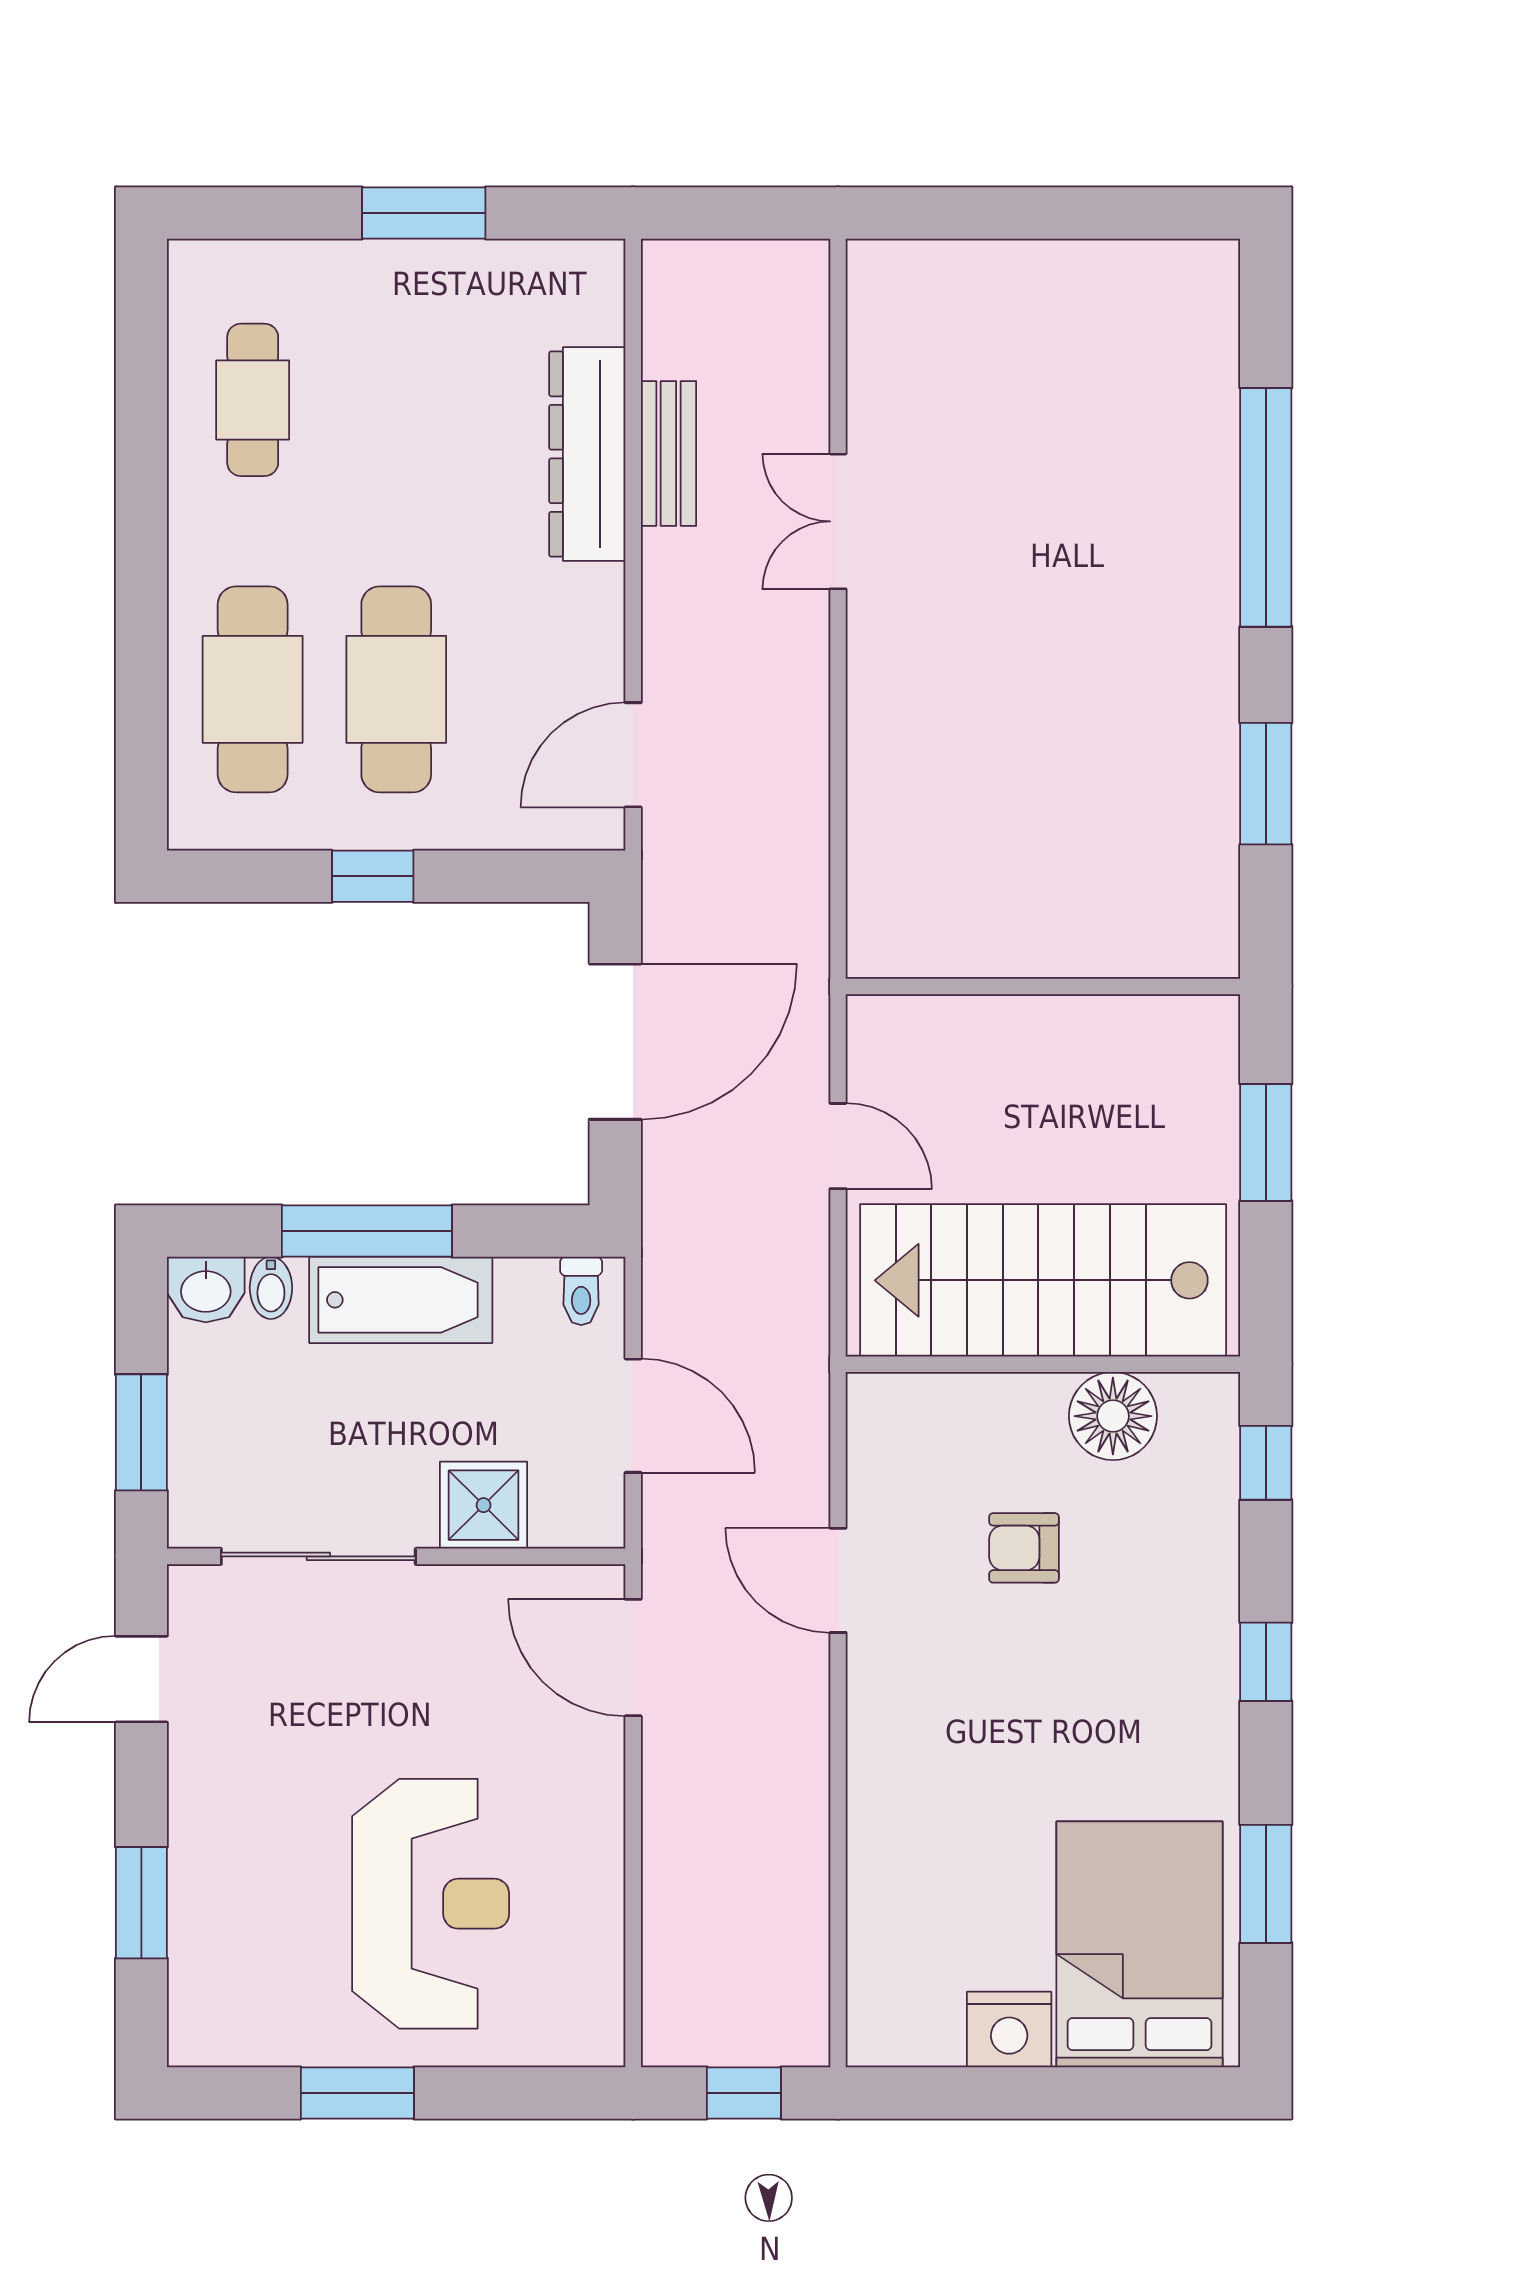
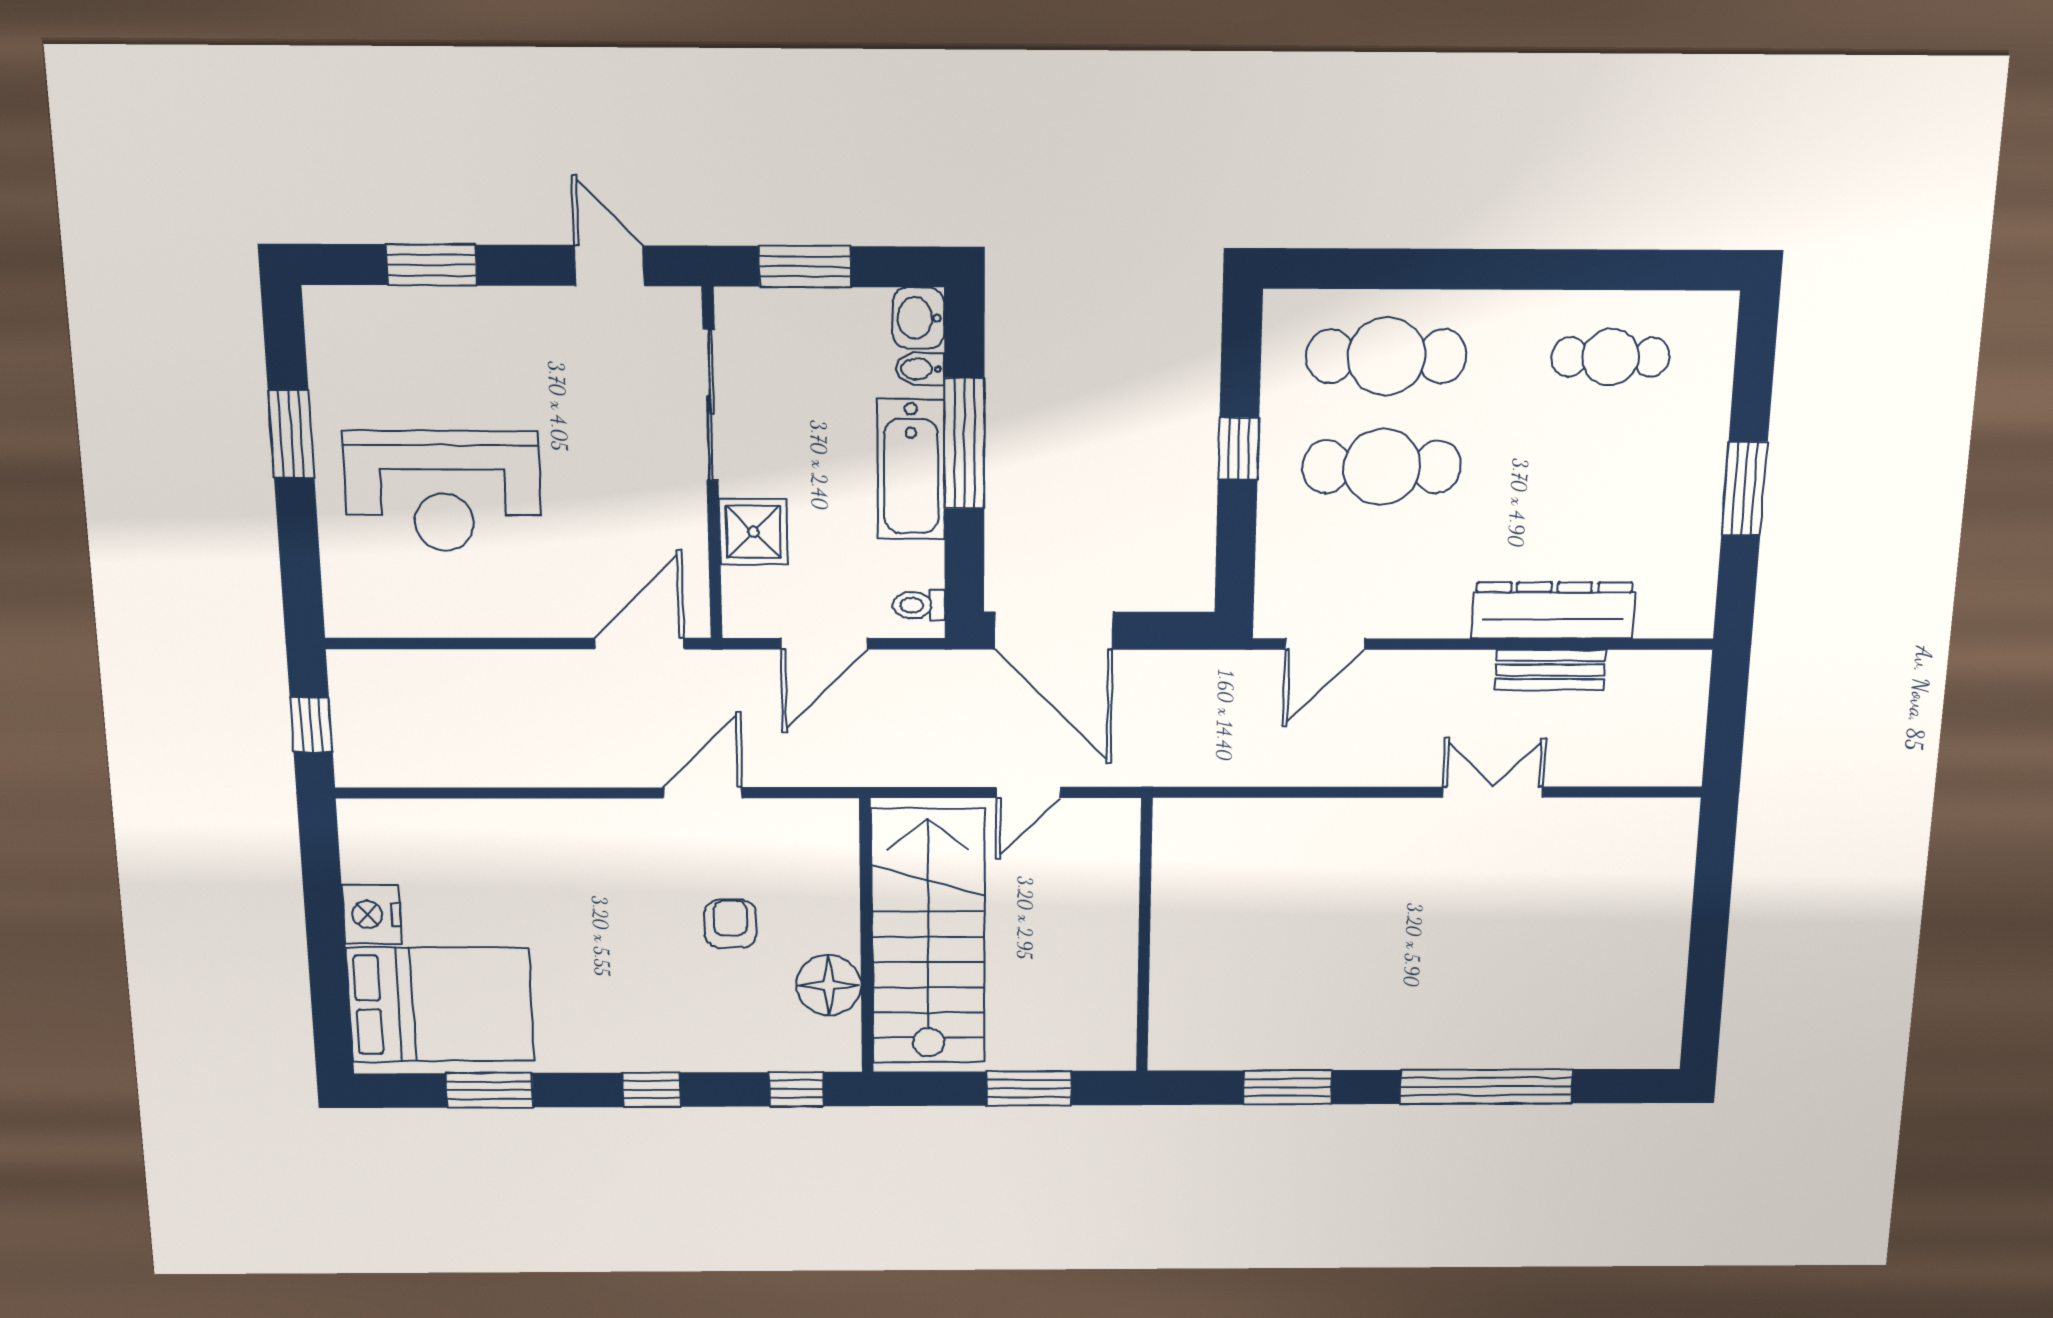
door: (633, 755) -> (1325, 644), swing flipped
door: (615, 1042) -> (1054, 631), moved

